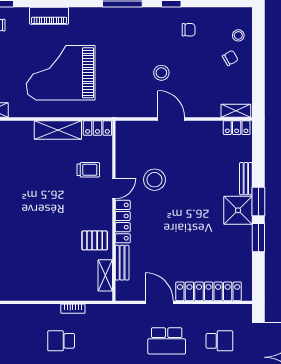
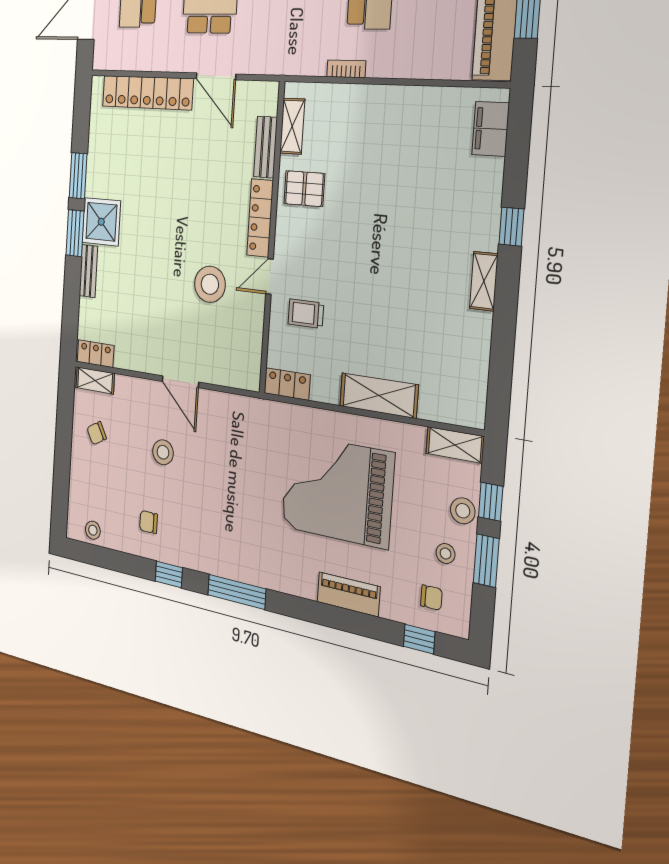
stool: (238, 35) -> (93, 530), moved
chair: (230, 58) -> (97, 433), moved
grand piano: (61, 73) -> (337, 490), turned 180
stool: (161, 73) -> (163, 452), moved
shelving: (58, 130) -> (379, 395), moved

